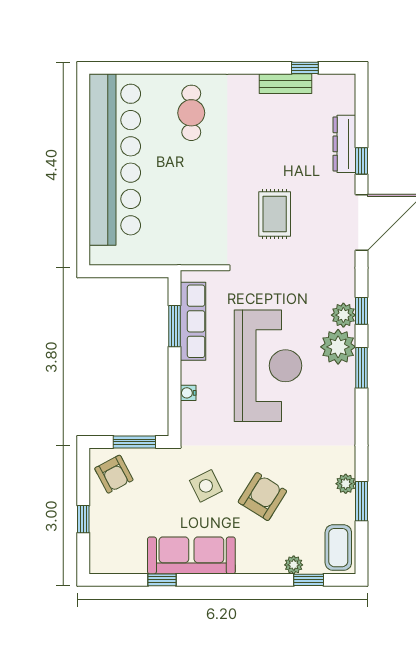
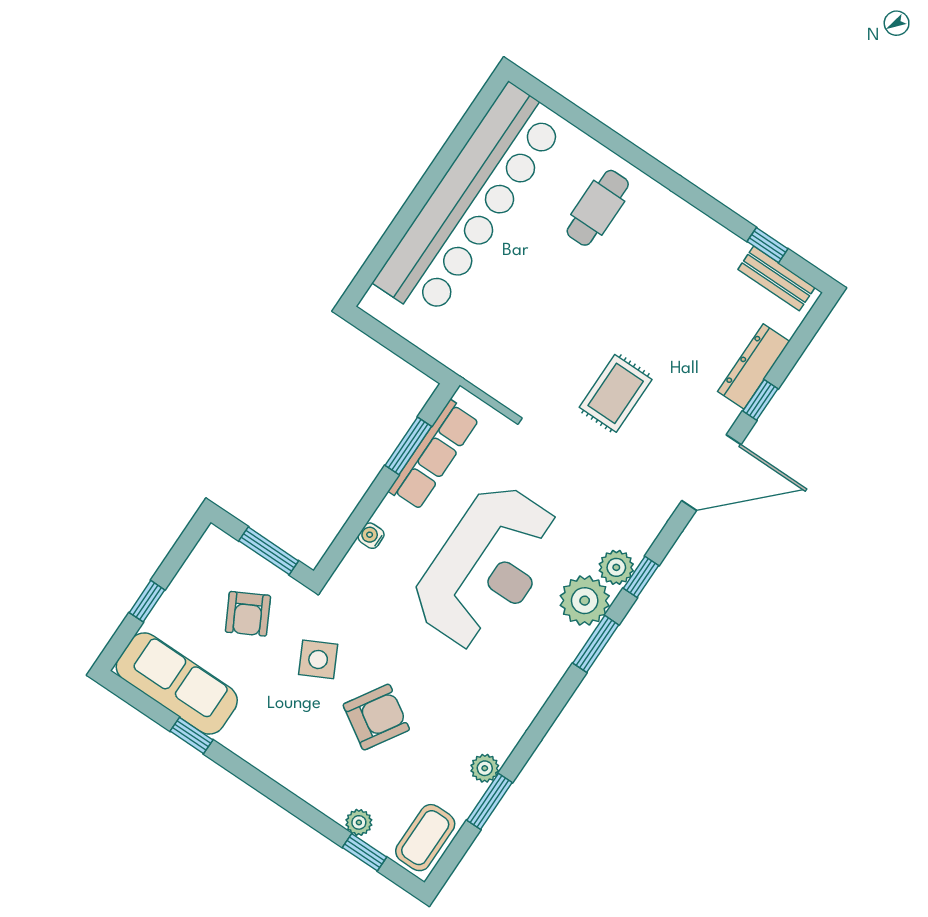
bench: (286, 84) -> (777, 278), moved
armchair: (114, 474) -> (248, 614), moved
sofa: (191, 555) -> (177, 684), moved

